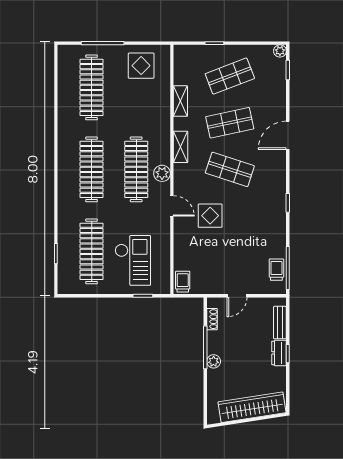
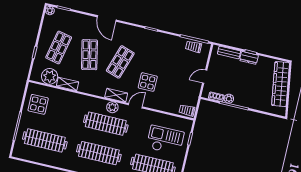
plant: (185, 73) -> (50, 76), added
shop shelf: (230, 76) -> (59, 47), turned 33
shelving: (181, 147) -> (116, 95), moved
door: (237, 296) -> (205, 77), swing flipped
plant: (214, 361) -> (229, 99), moved

